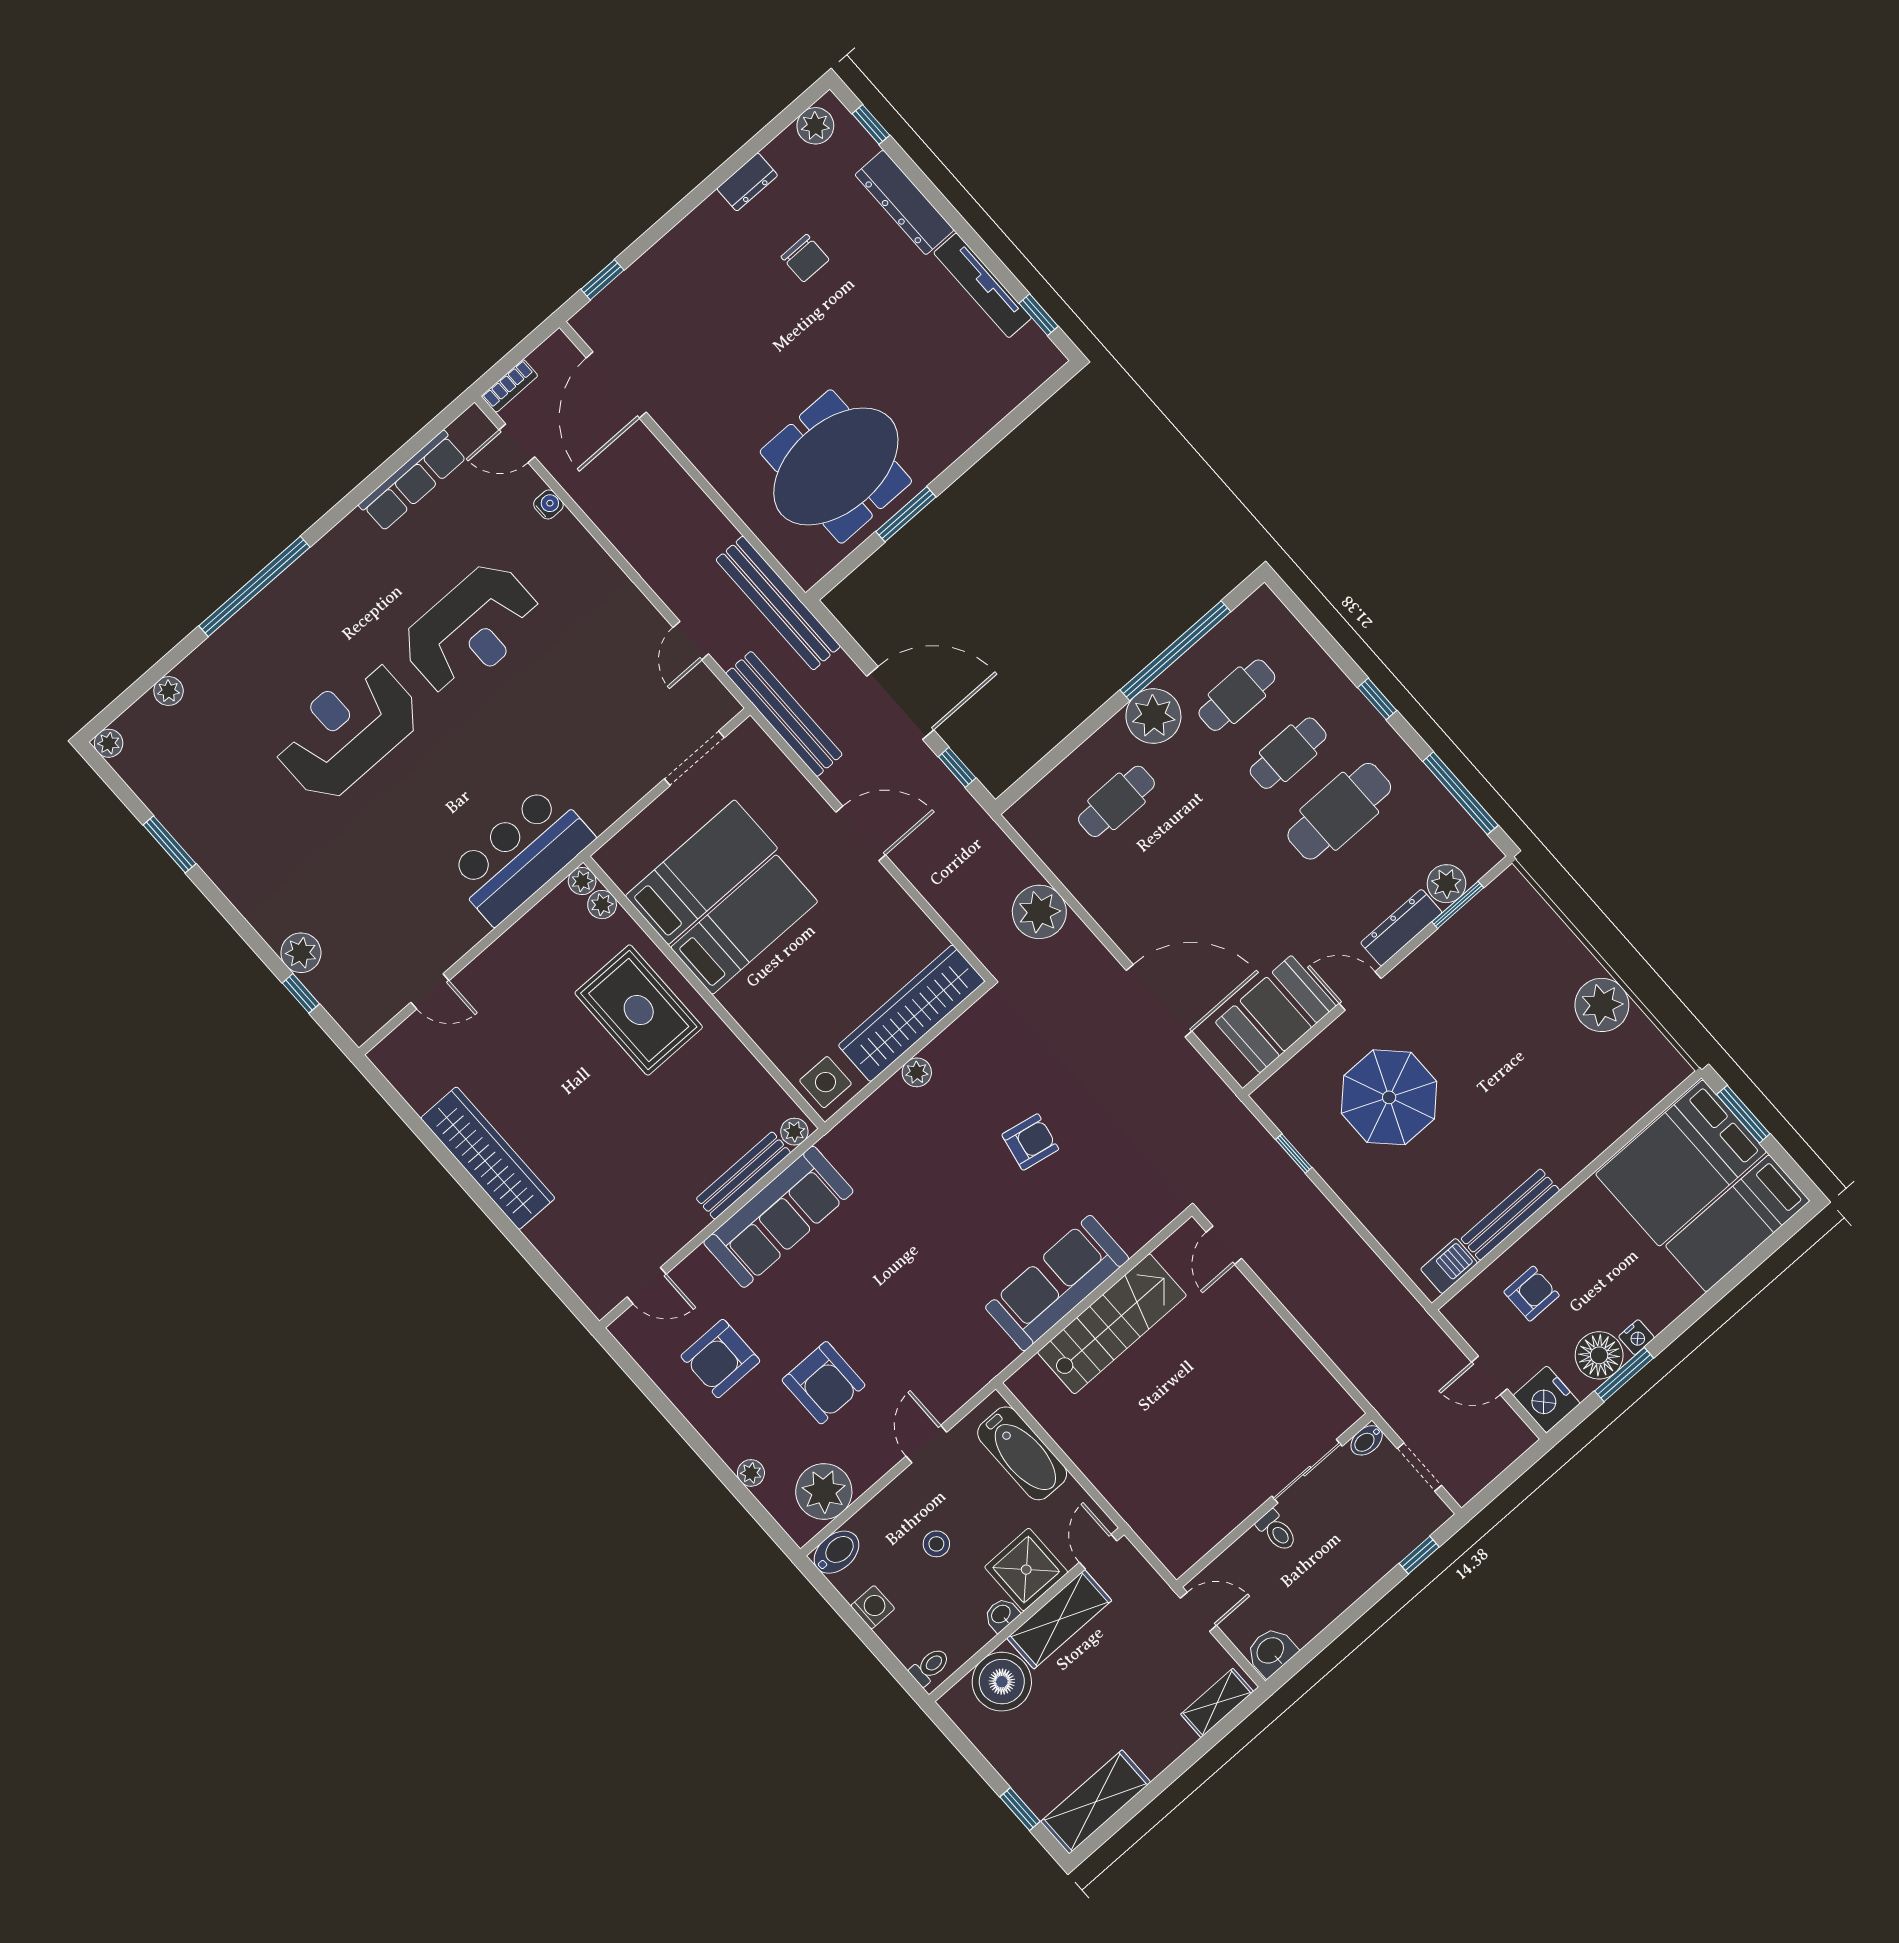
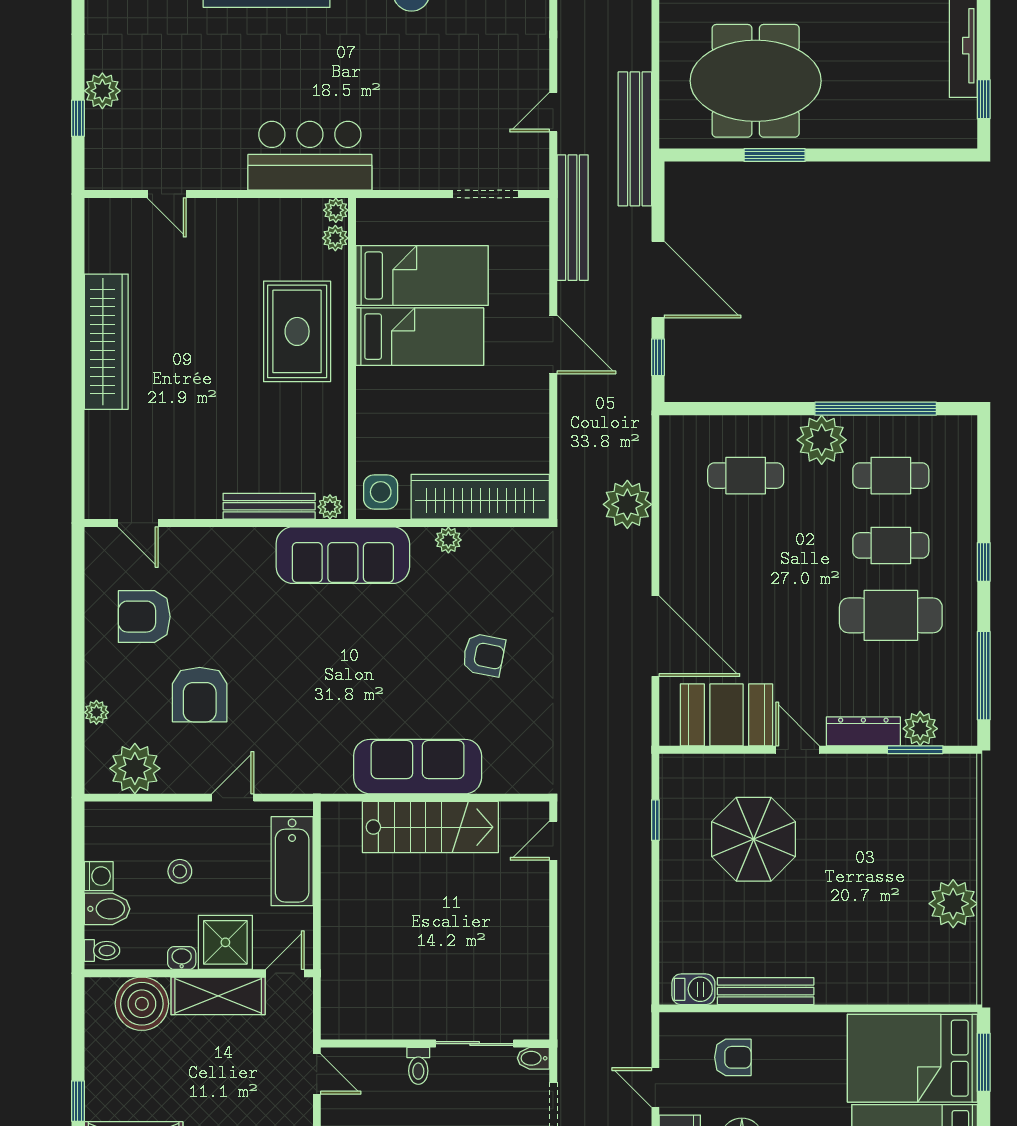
sofa: (778, 1217) -> (343, 555), moved
bidet: (836, 1552) -> (107, 909), moved

